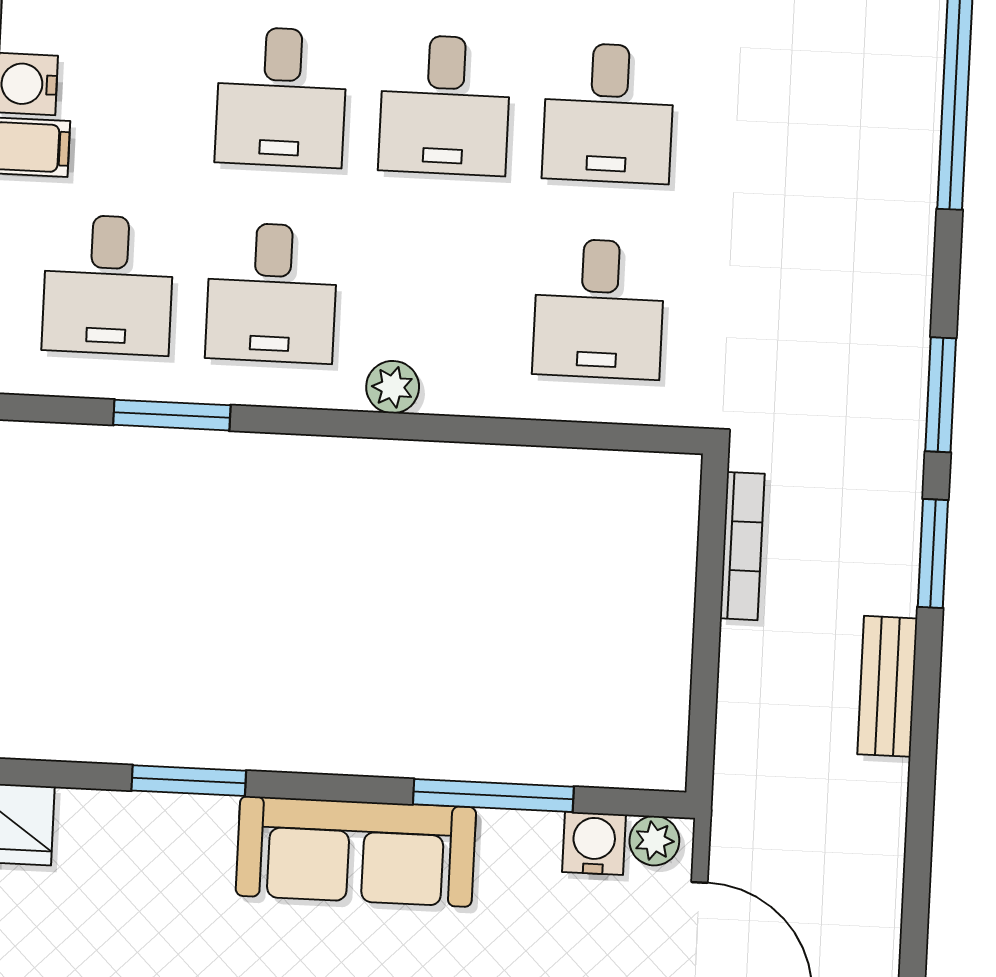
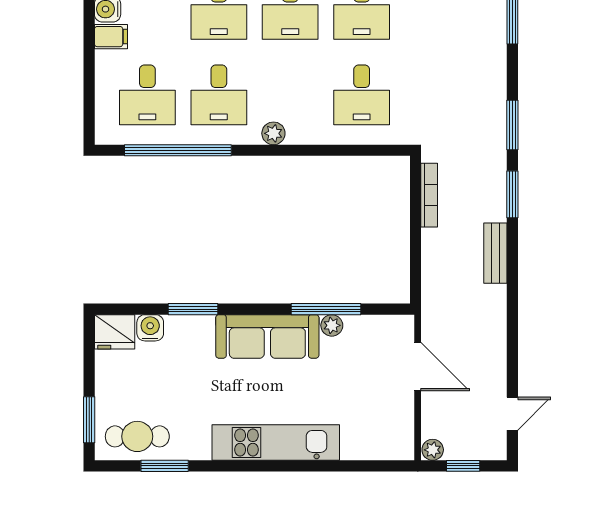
window: (172, 415) -> (178, 150), width x2.11
plant: (654, 841) -> (332, 325), moved
water cooler: (594, 843) -> (150, 328), moved

